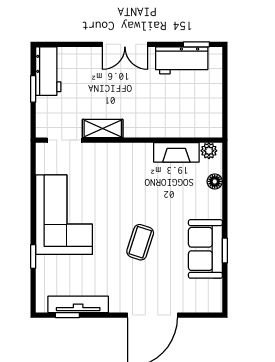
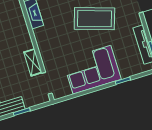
coffee table: (140, 242) -> (94, 19), width x1.86, depth x1.72

